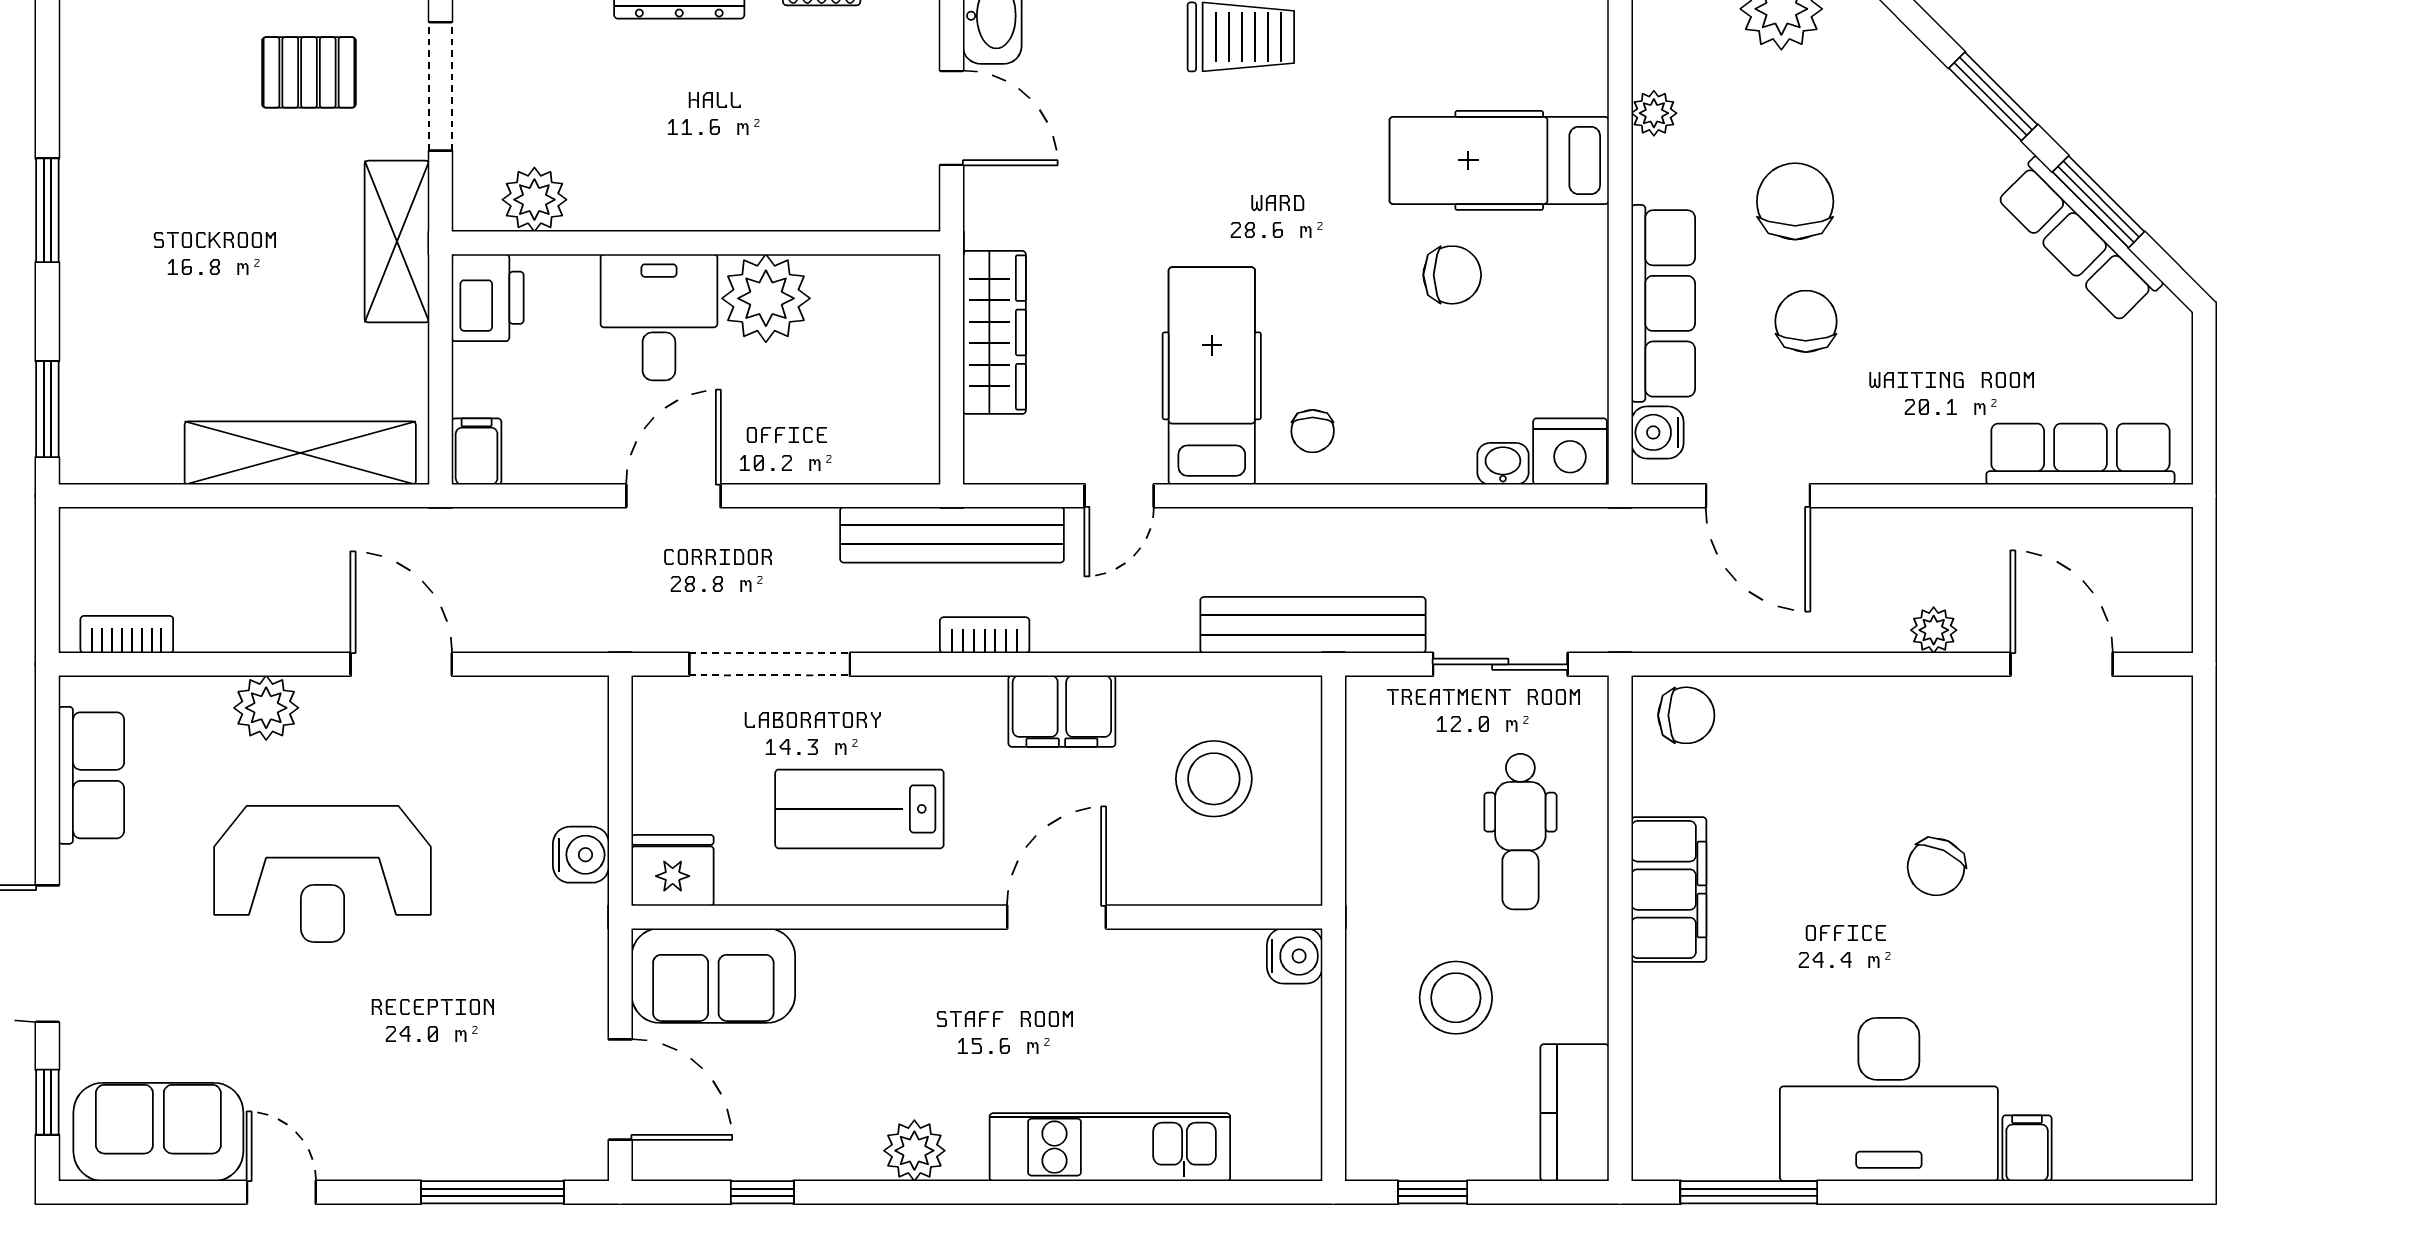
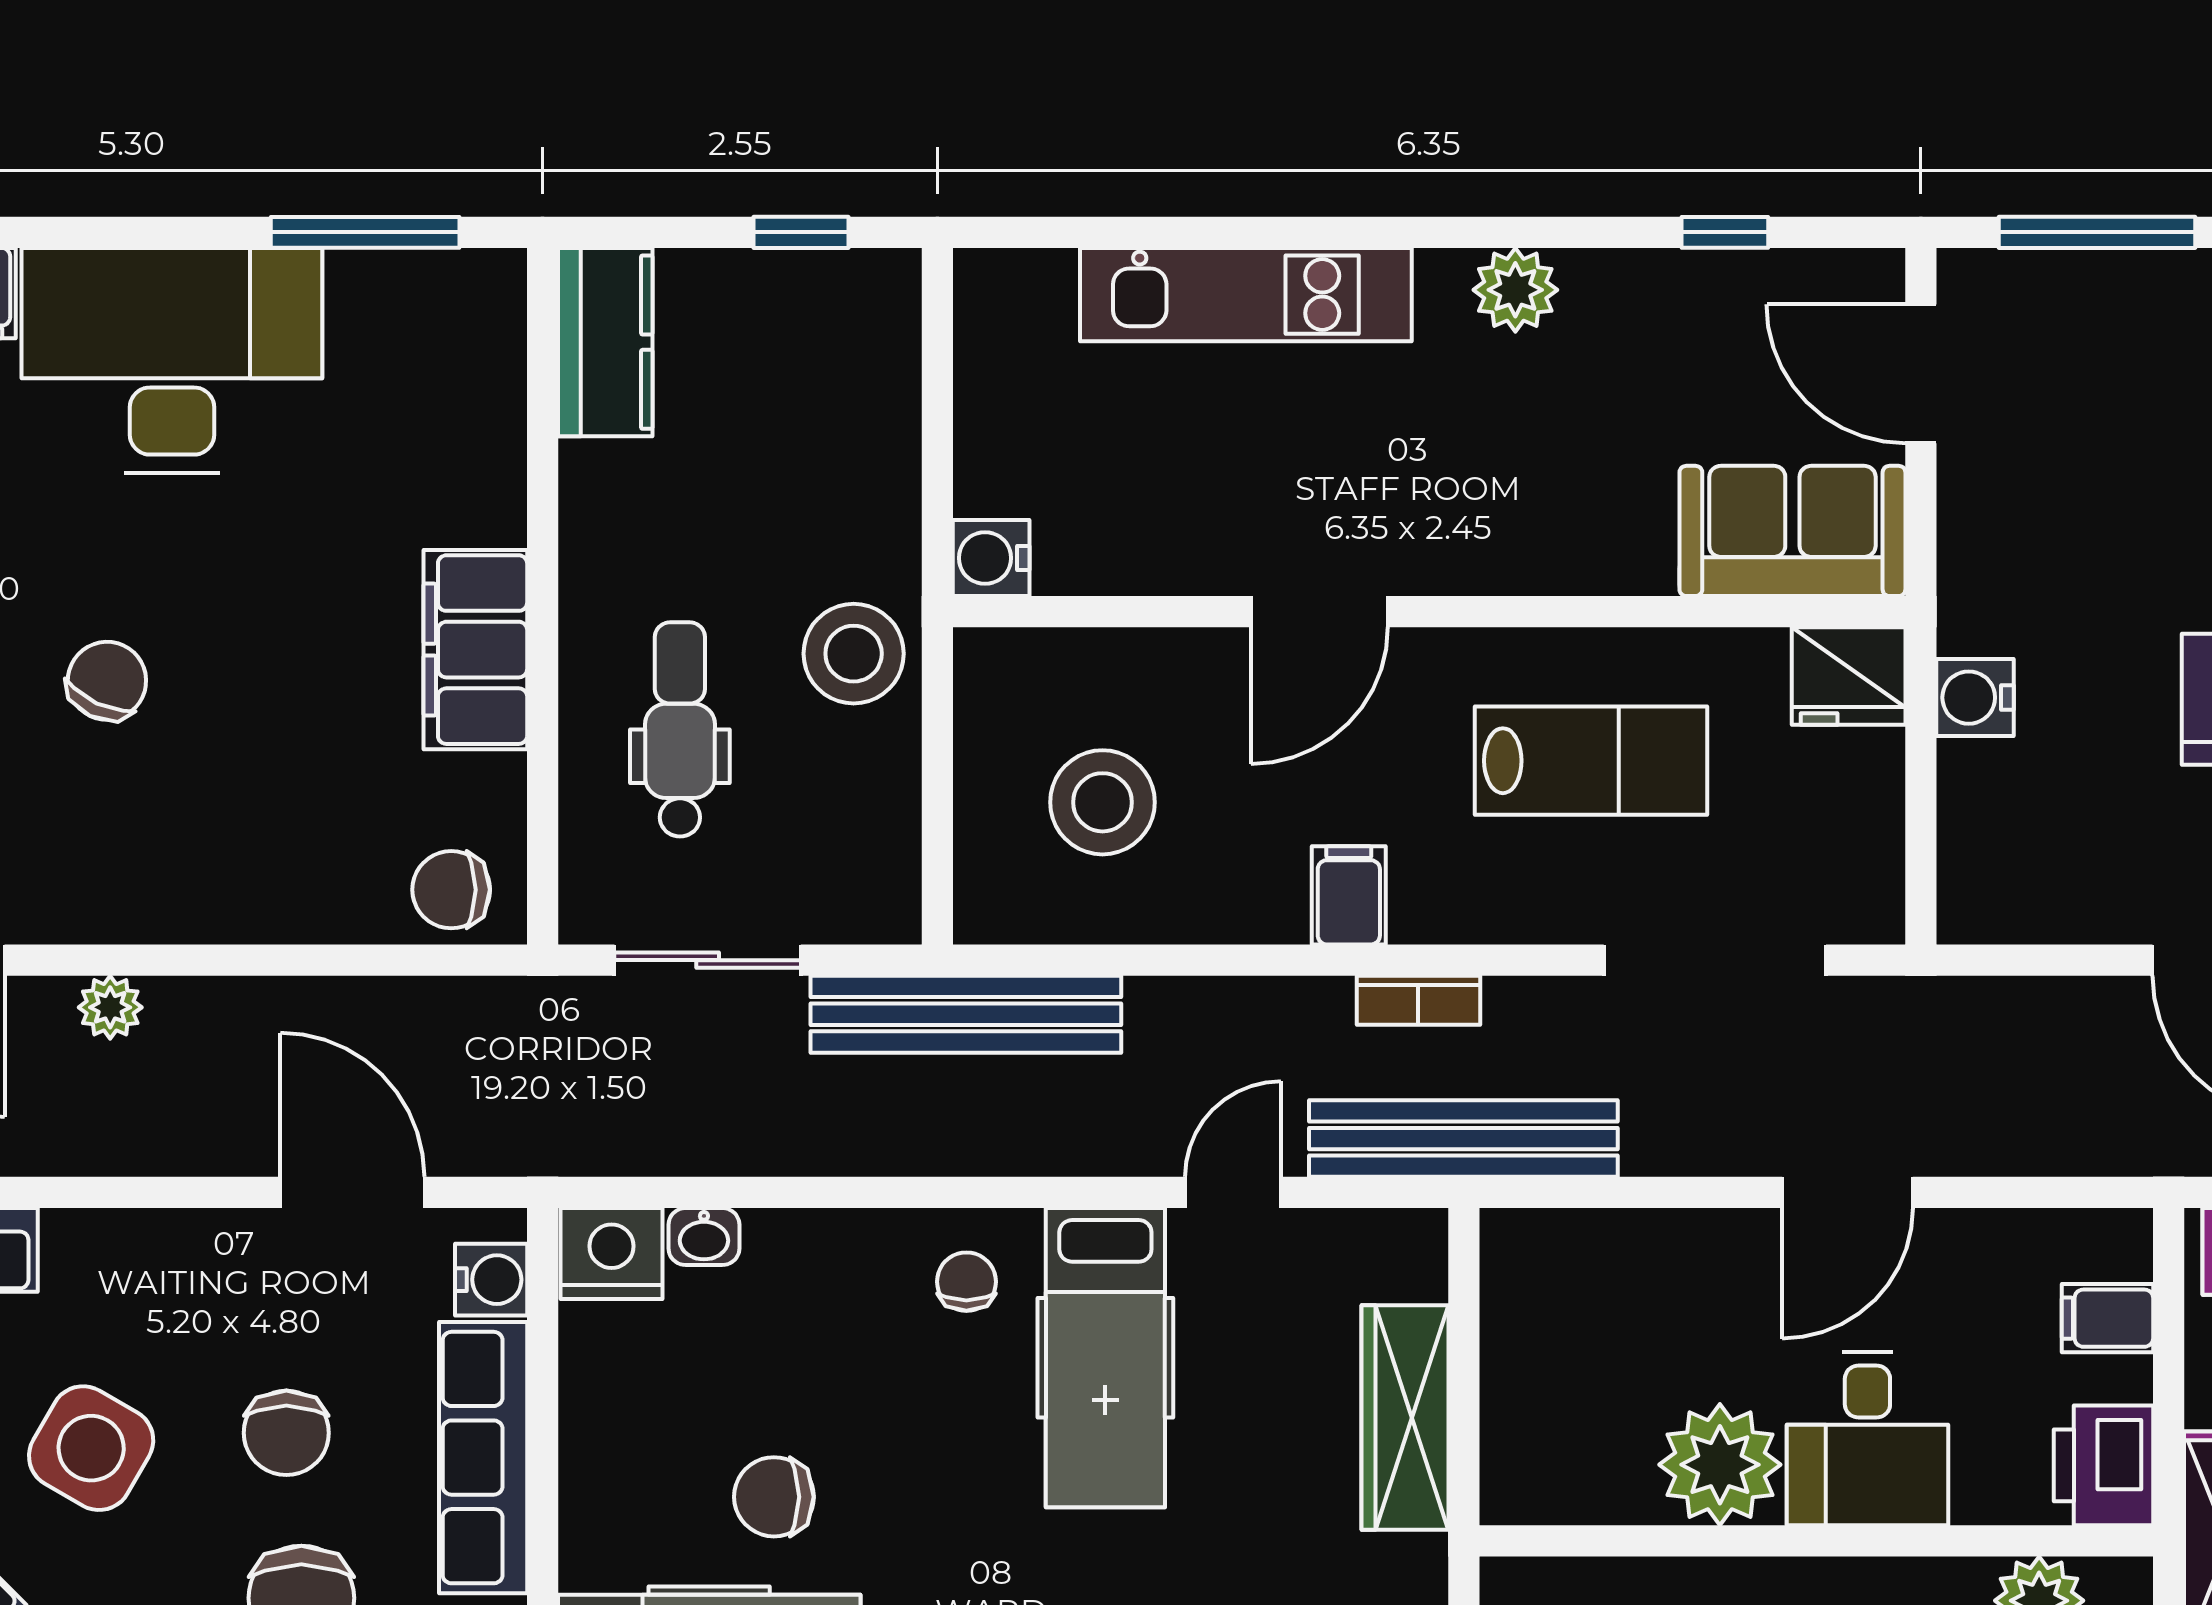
side table: (1948, 310) -> (91, 1448), added
filing cabinet: (477, 451) -> (2107, 1318), moved, turned 90
filing cabinet: (1062, 711) -> (1349, 895), width x0.50
stool: (1456, 998) -> (854, 654), moved

